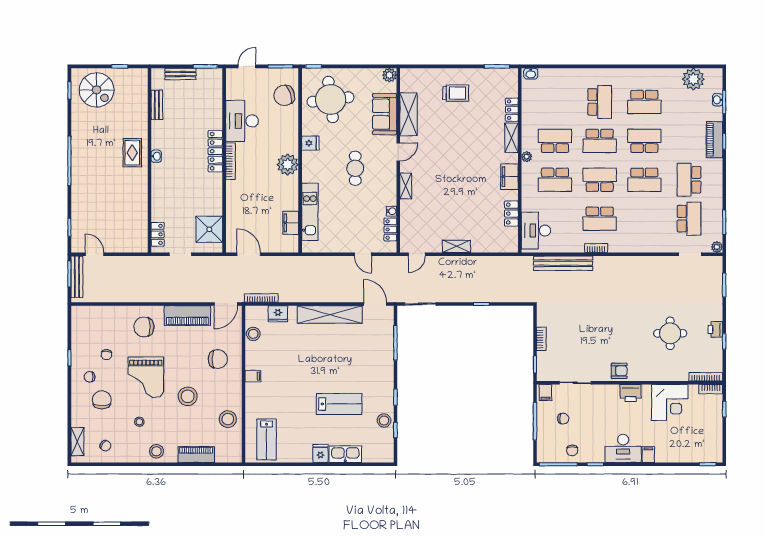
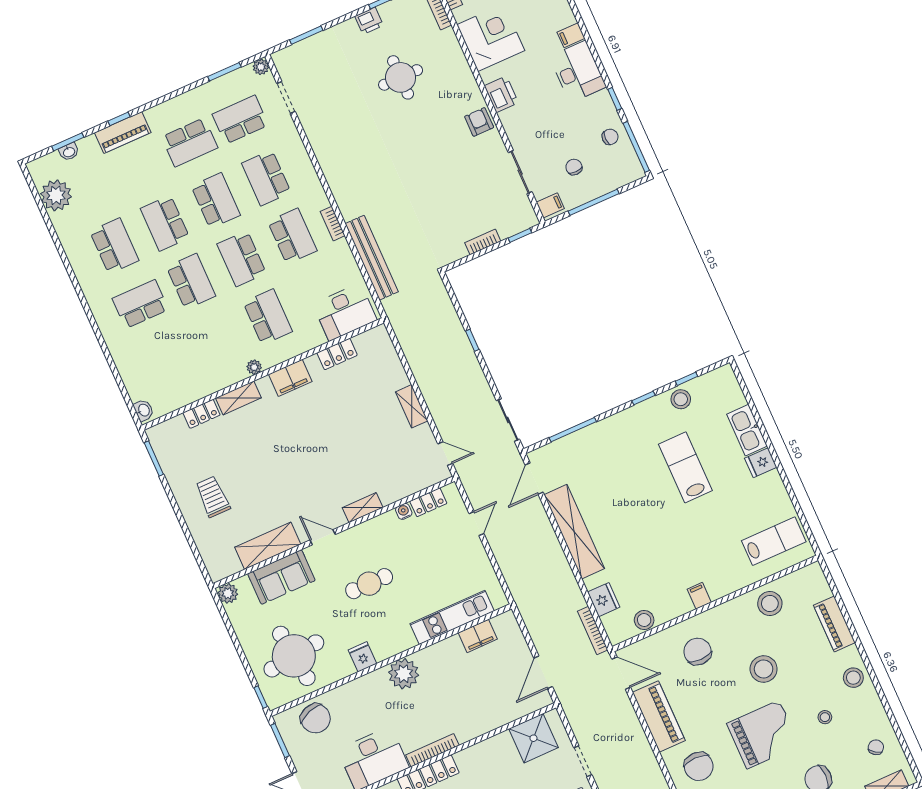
school desk: (555, 141) -> (266, 178), moved

